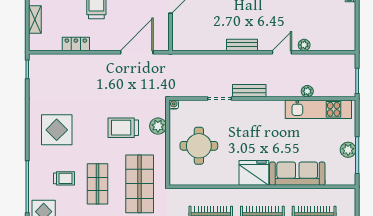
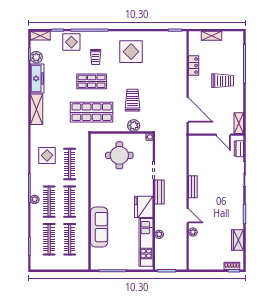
plant: (348, 150) -> (116, 264), removed
fridge: (254, 173) -> (144, 207), moved, turned 180

